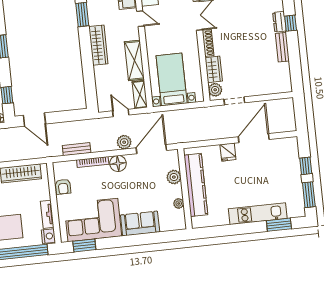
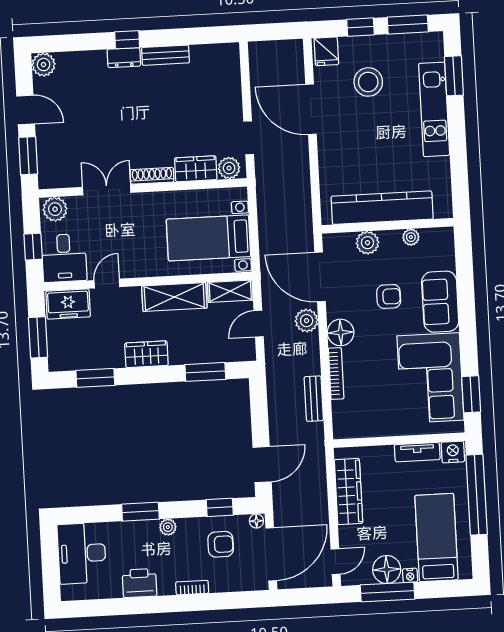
wardrobe: (98, 45) -> (146, 354), width x0.67
window: (89, 82) -> (205, 372), added
fridge: (228, 152) -> (326, 51), moved, turned 90
stool: (272, 172) -> (368, 82), added
armchair: (63, 187) -> (389, 296), moved

